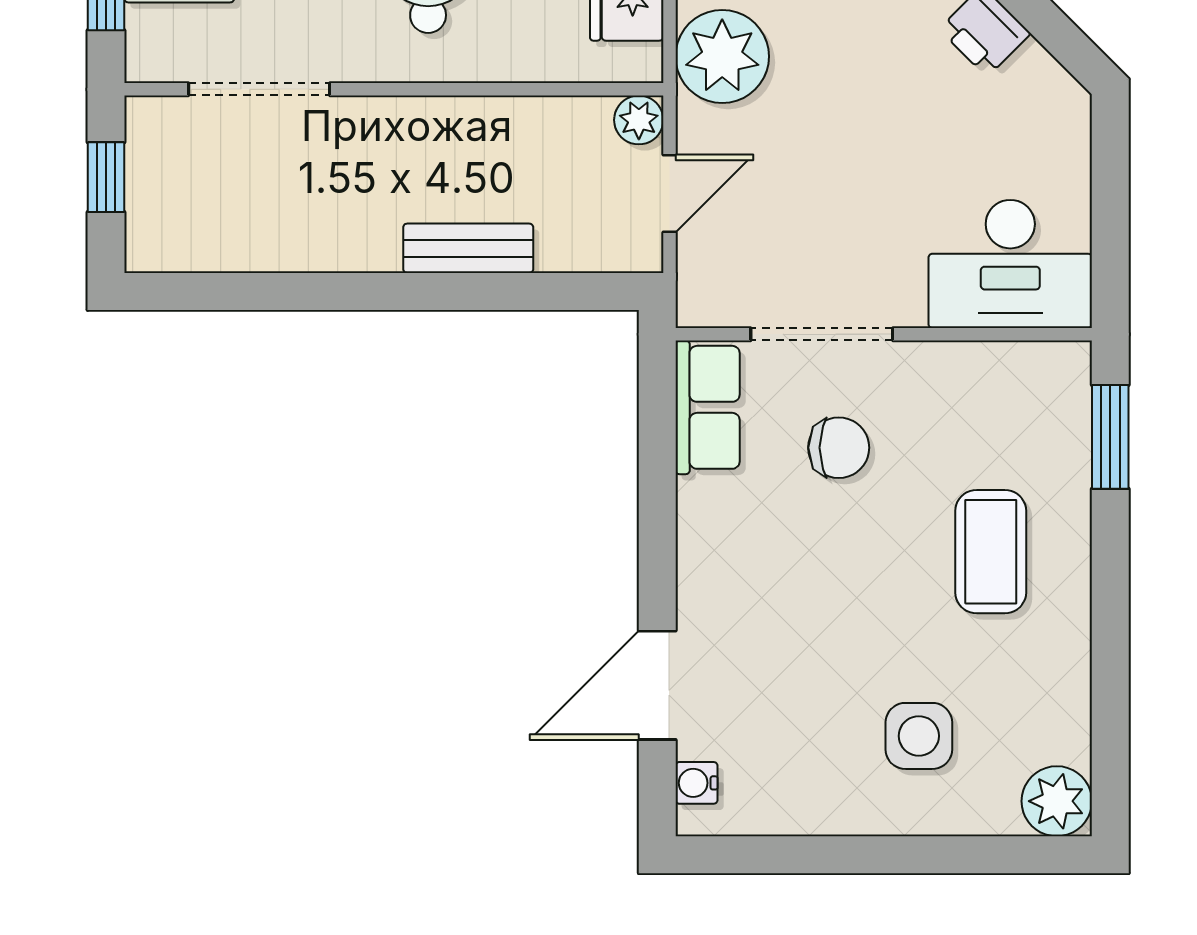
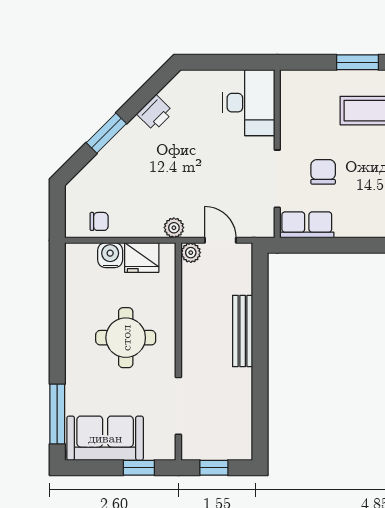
plant: (722, 56) -> (174, 228), width x0.53, depth x0.53
bench: (468, 248) -> (243, 331), width x1.36
window: (1110, 437) -> (357, 62), moved

